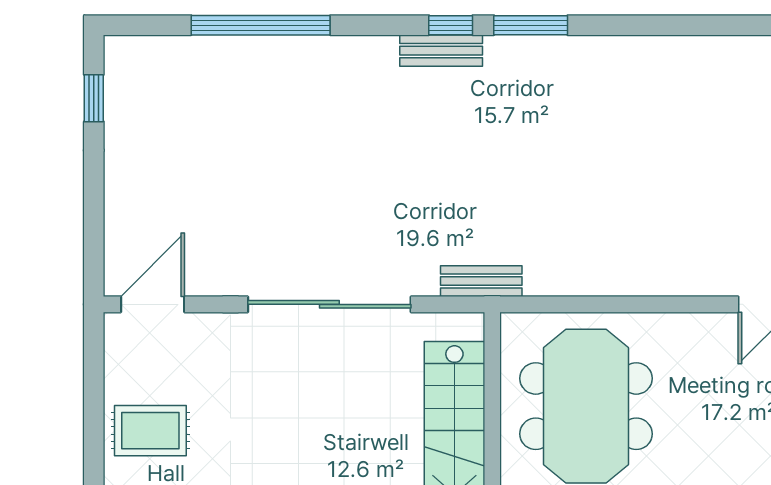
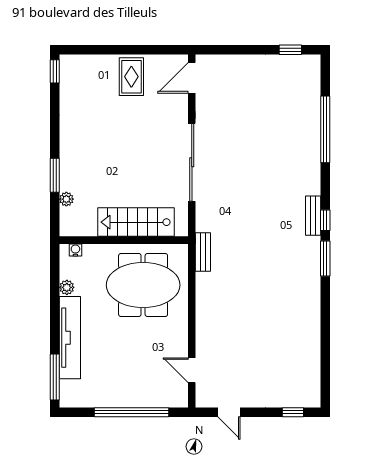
bench: (481, 281) -> (203, 252), moved
door: (153, 304) -> (192, 78), swing flipped

